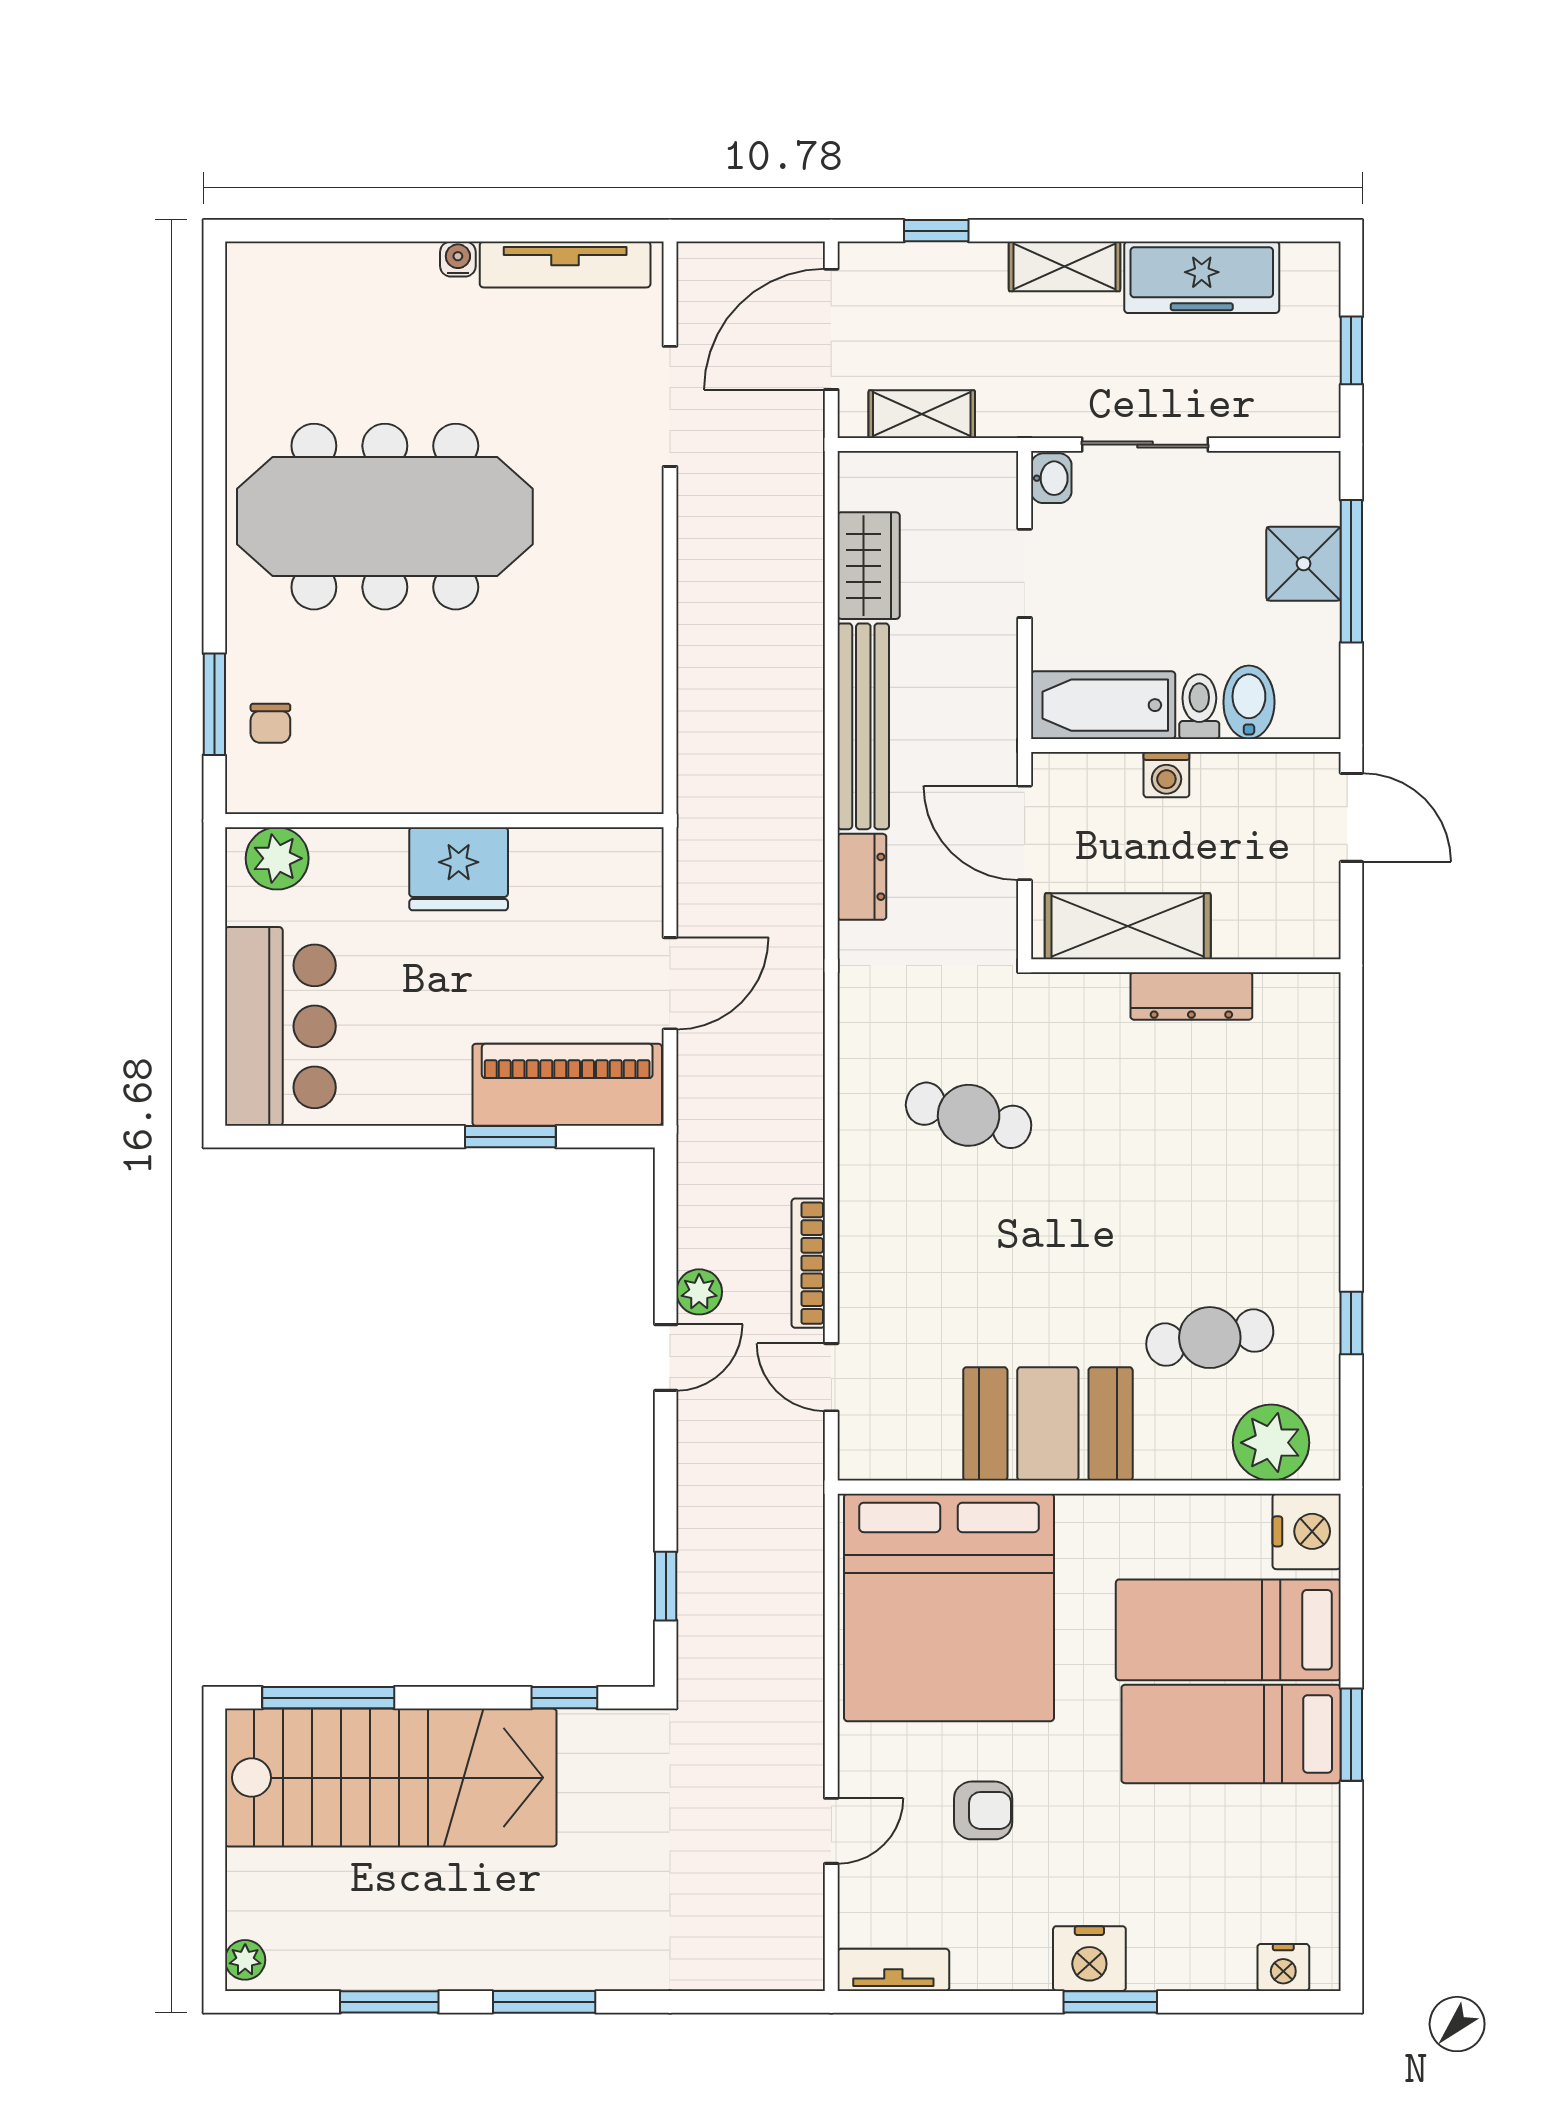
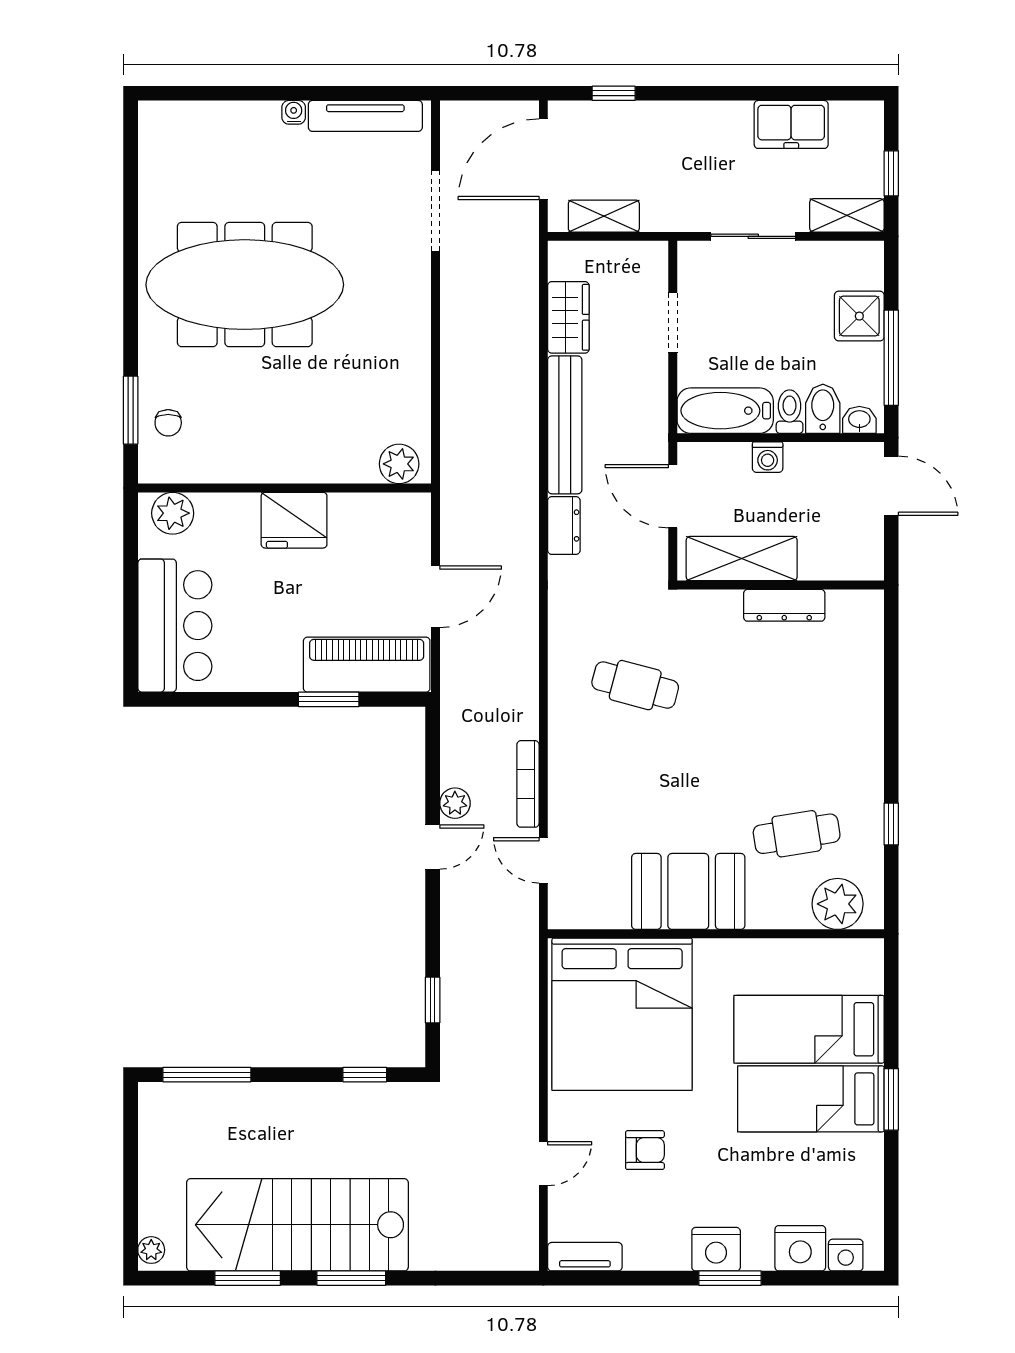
shelving: (1065, 266) -> (847, 215), moved
freezer: (1202, 277) -> (791, 124), width x0.71
washbasin: (1051, 478) -> (859, 420), moved, turned -90
window: (1351, 571) -> (891, 358), moved
plant: (616, 785) -> (399, 464), added
nightstand: (1307, 1531) -> (800, 1248), moved, turned 90
stairs: (391, 1778) -> (297, 1225), moved, turned 180

